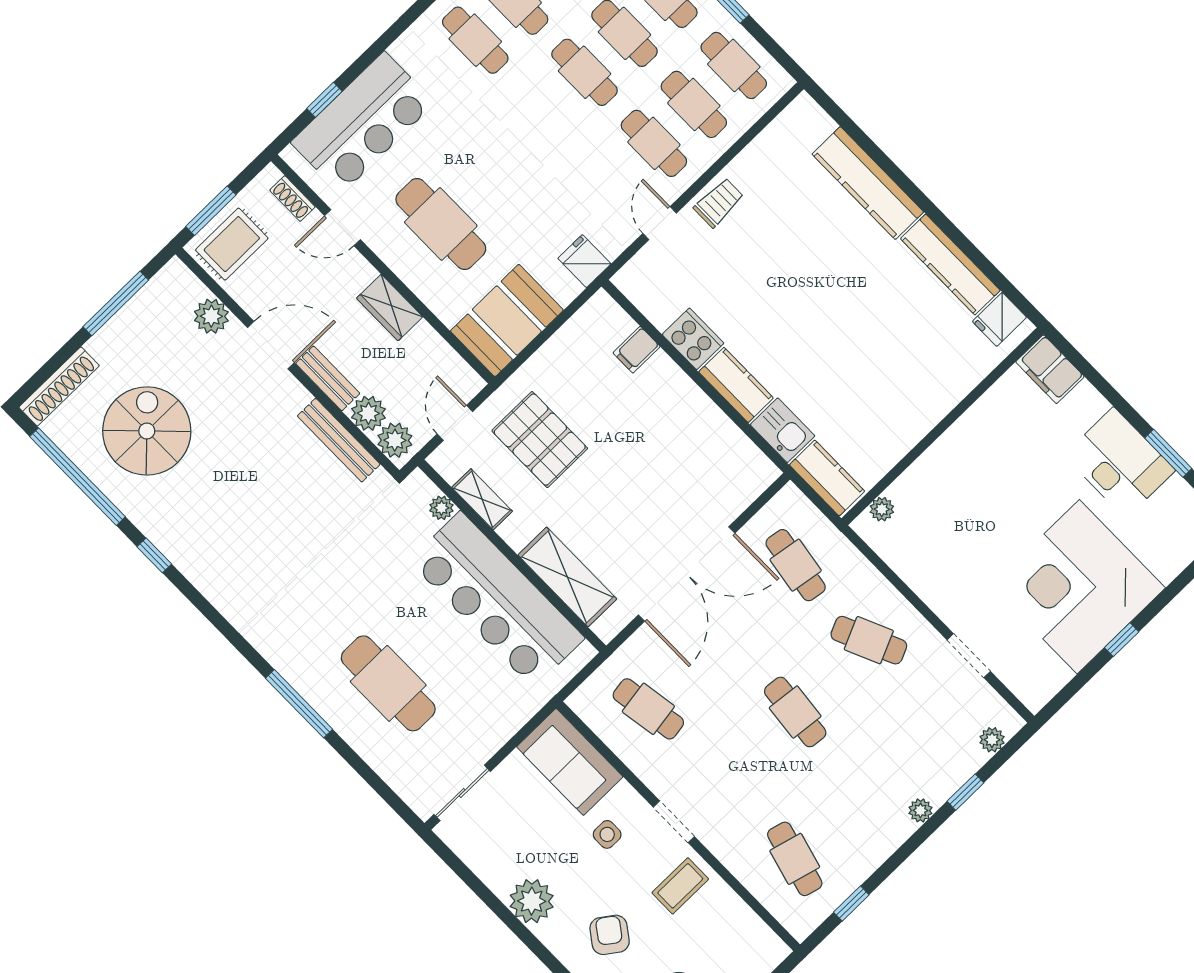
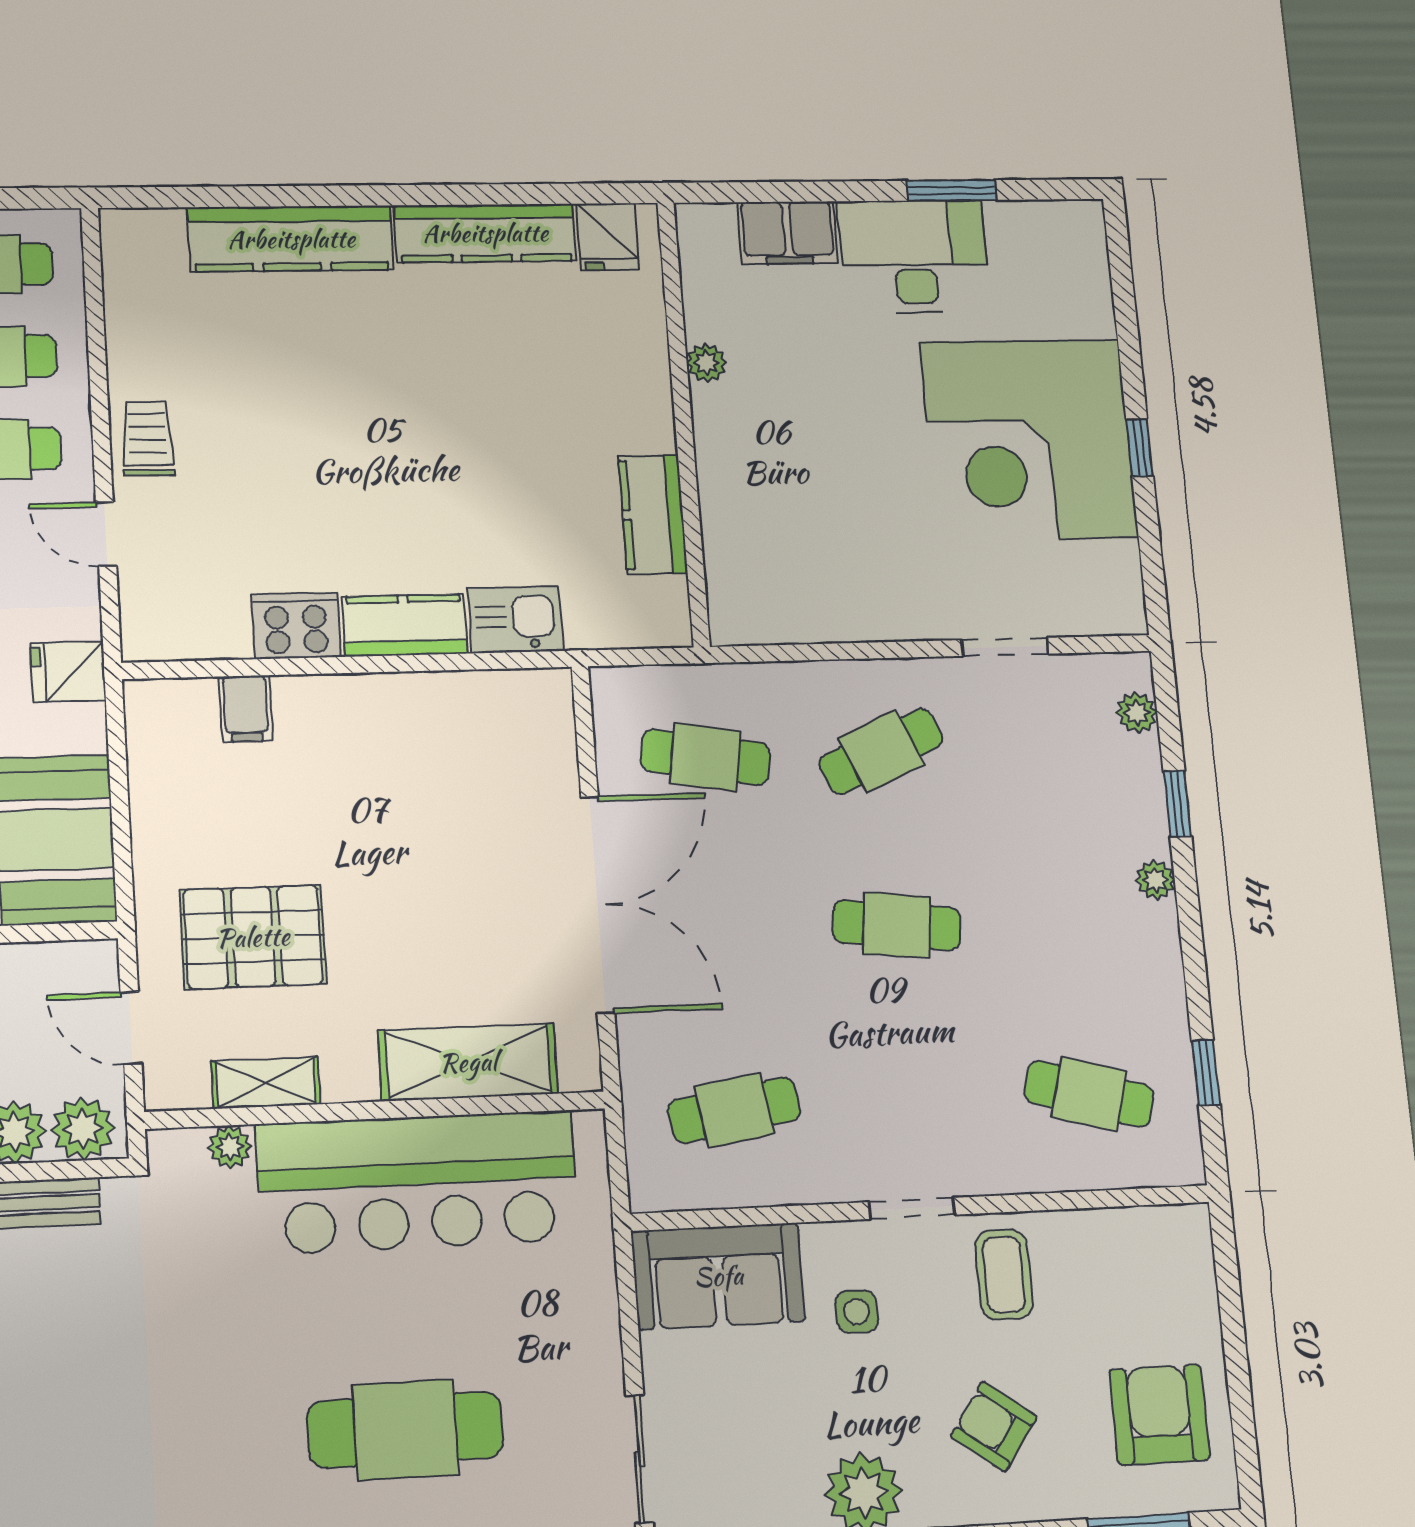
filing cabinet: (1050, 369) -> (788, 233), moved
kitchen counter: (827, 478) -> (653, 515), moved, turned -90
plant: (882, 509) -> (707, 363), moved

